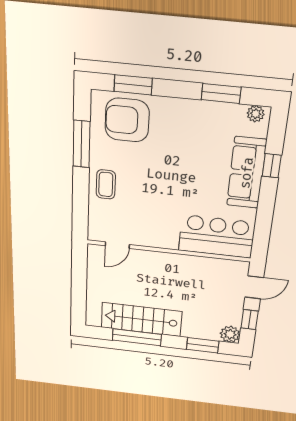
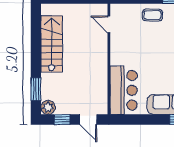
window: (137, 337) -> (36, 41), removed

